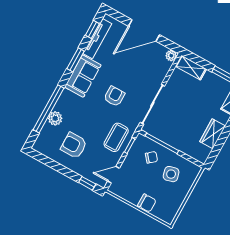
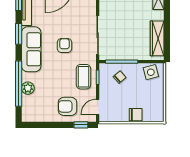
sofa: (83, 76) -> (31, 49), width x1.36
wardrobe: (213, 134) -> (157, 38), width x1.50
armchair: (74, 145) -> (67, 106), moved
side table: (171, 174) -> (151, 72), moved

